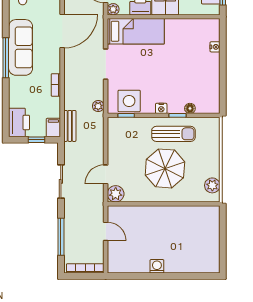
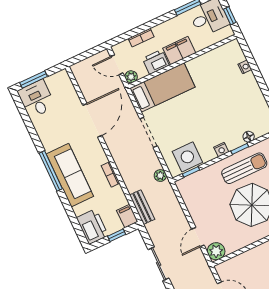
sofa: (21, 47) -> (70, 175), moved

